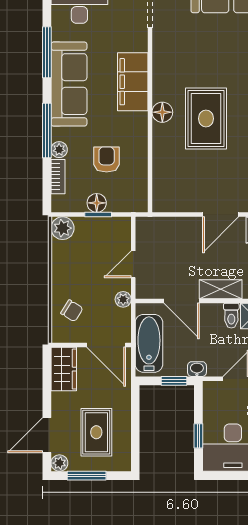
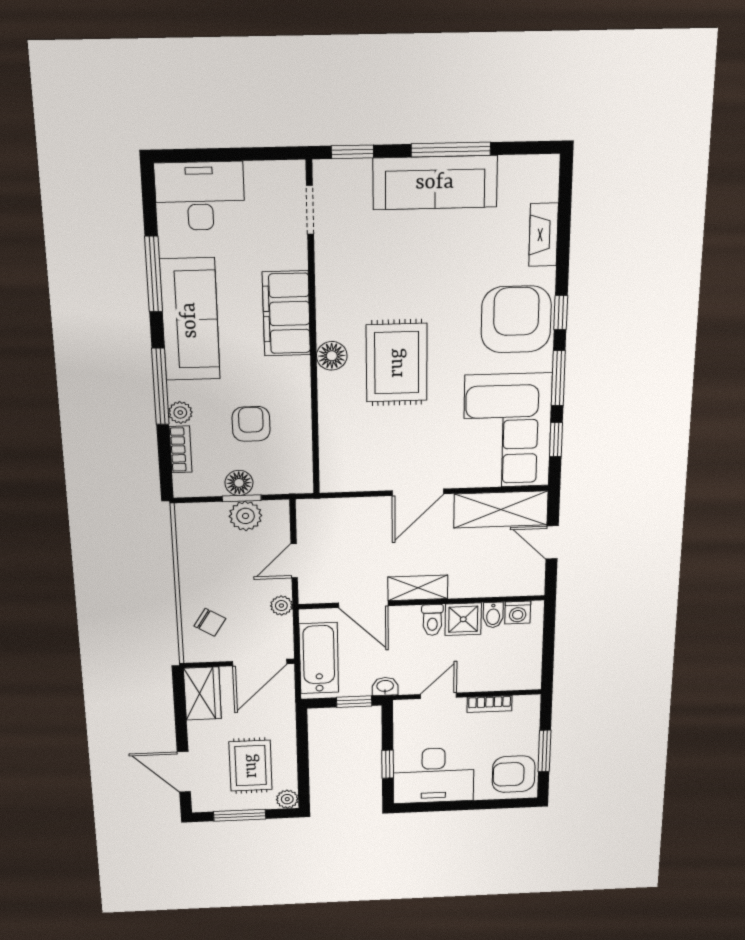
plant: (63, 228) -> (246, 516), moved
door: (106, 345) -> (260, 663), hinge flipped
door: (47, 435) -> (184, 772), hinge flipped
plant: (59, 463) -> (287, 799), moved

